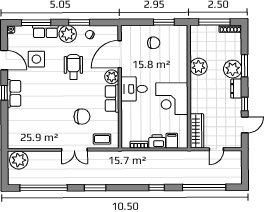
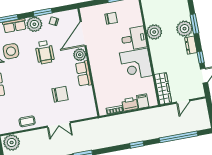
wheelchair: (73, 67) -> (45, 52), turned 180
desk: (134, 89) -> (134, 38), moved, turned 180
coffee table: (102, 139) -> (27, 121), moved

